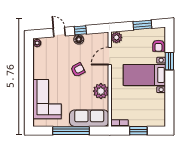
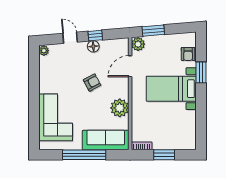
window: (142, 25) -> (153, 31), moved

